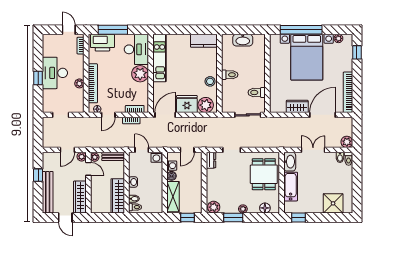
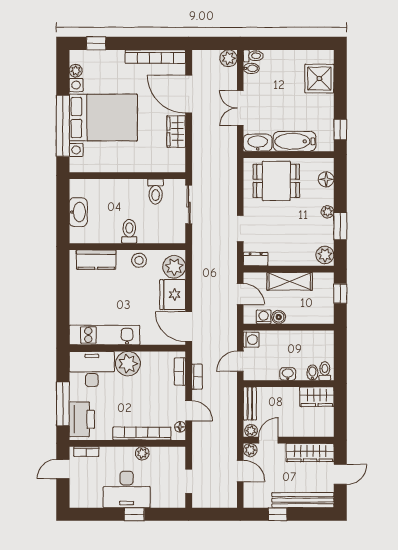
kitchen counter: (204, 41) -> (96, 260), moved, turned 90
wardrobe: (118, 196) -> (317, 397), width x0.67
shelving: (173, 197) -> (290, 281), moved

